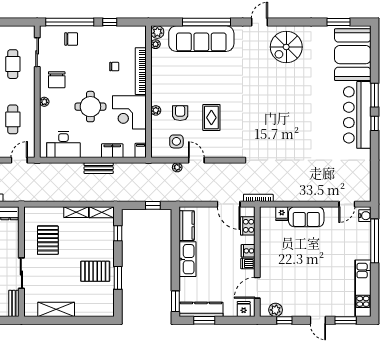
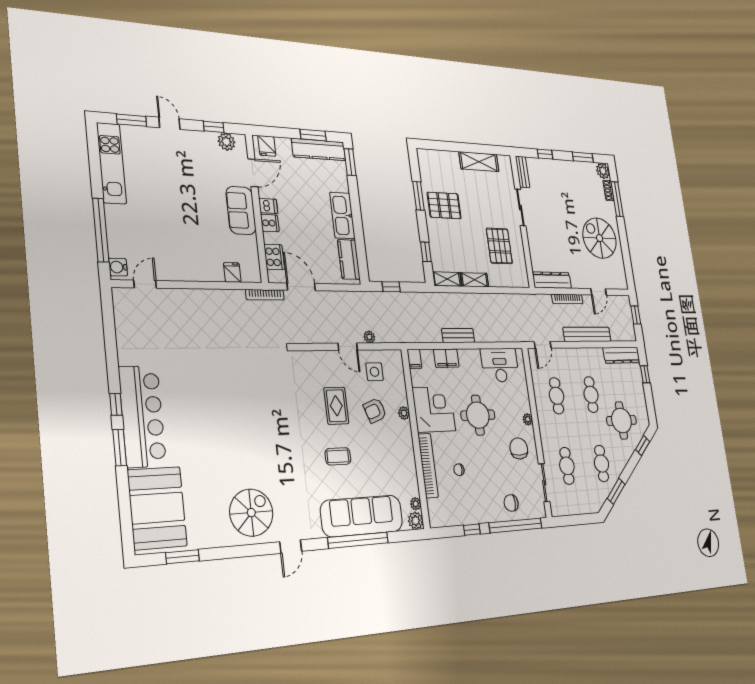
coffee table: (215, 81) -> (338, 456), added
armchair: (180, 113) -> (375, 411), turned 70
sofa: (306, 217) -> (241, 210), moved, turned -90

